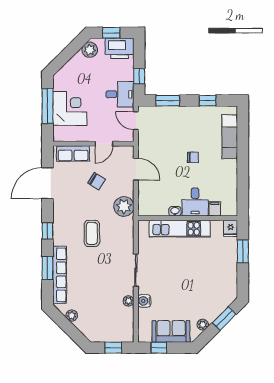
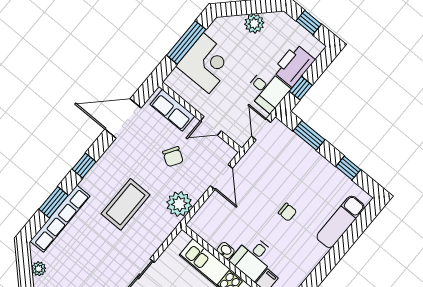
printer: (120, 48) -> (294, 65), moved, turned 90
plant: (90, 50) -> (254, 23), moved
coffee table: (92, 233) -> (126, 204), width x1.36, depth x1.32

